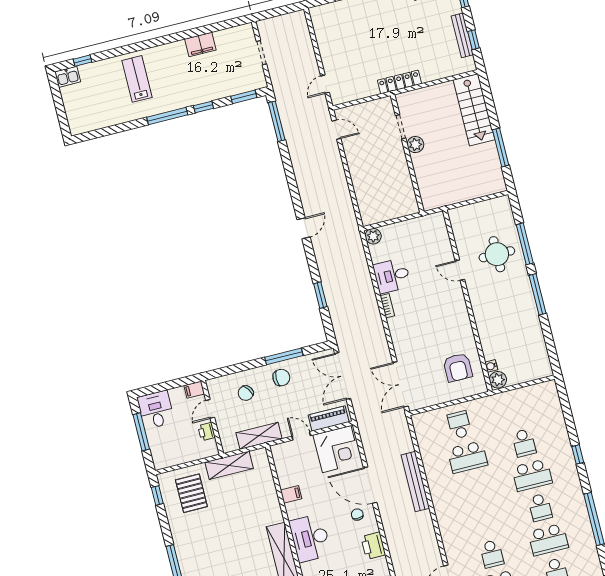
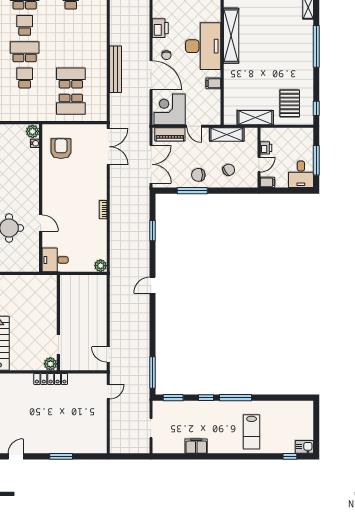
plant: (415, 145) -> (50, 364), moved
desk: (392, 276) -> (55, 260), moved, turned 180
school desk: (459, 425) -> (71, 104), width x1.85
desk: (310, 538) -> (203, 46), width x1.36, depth x1.30

